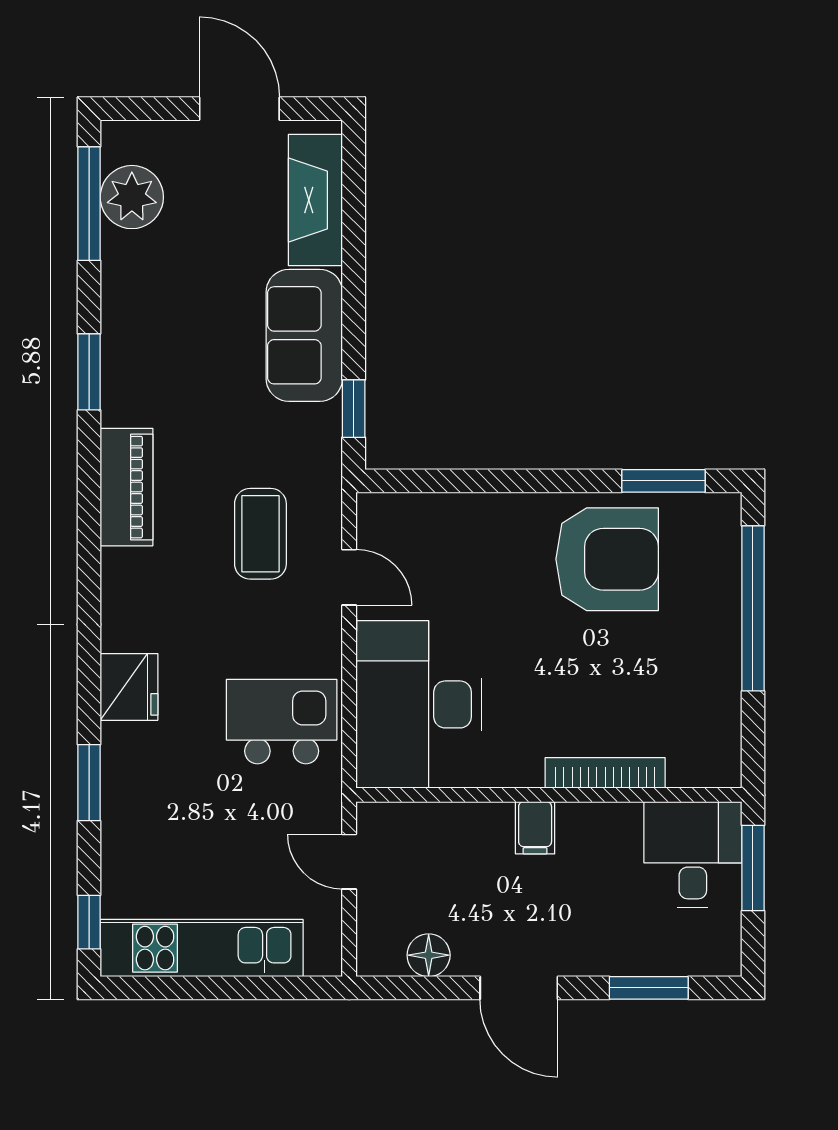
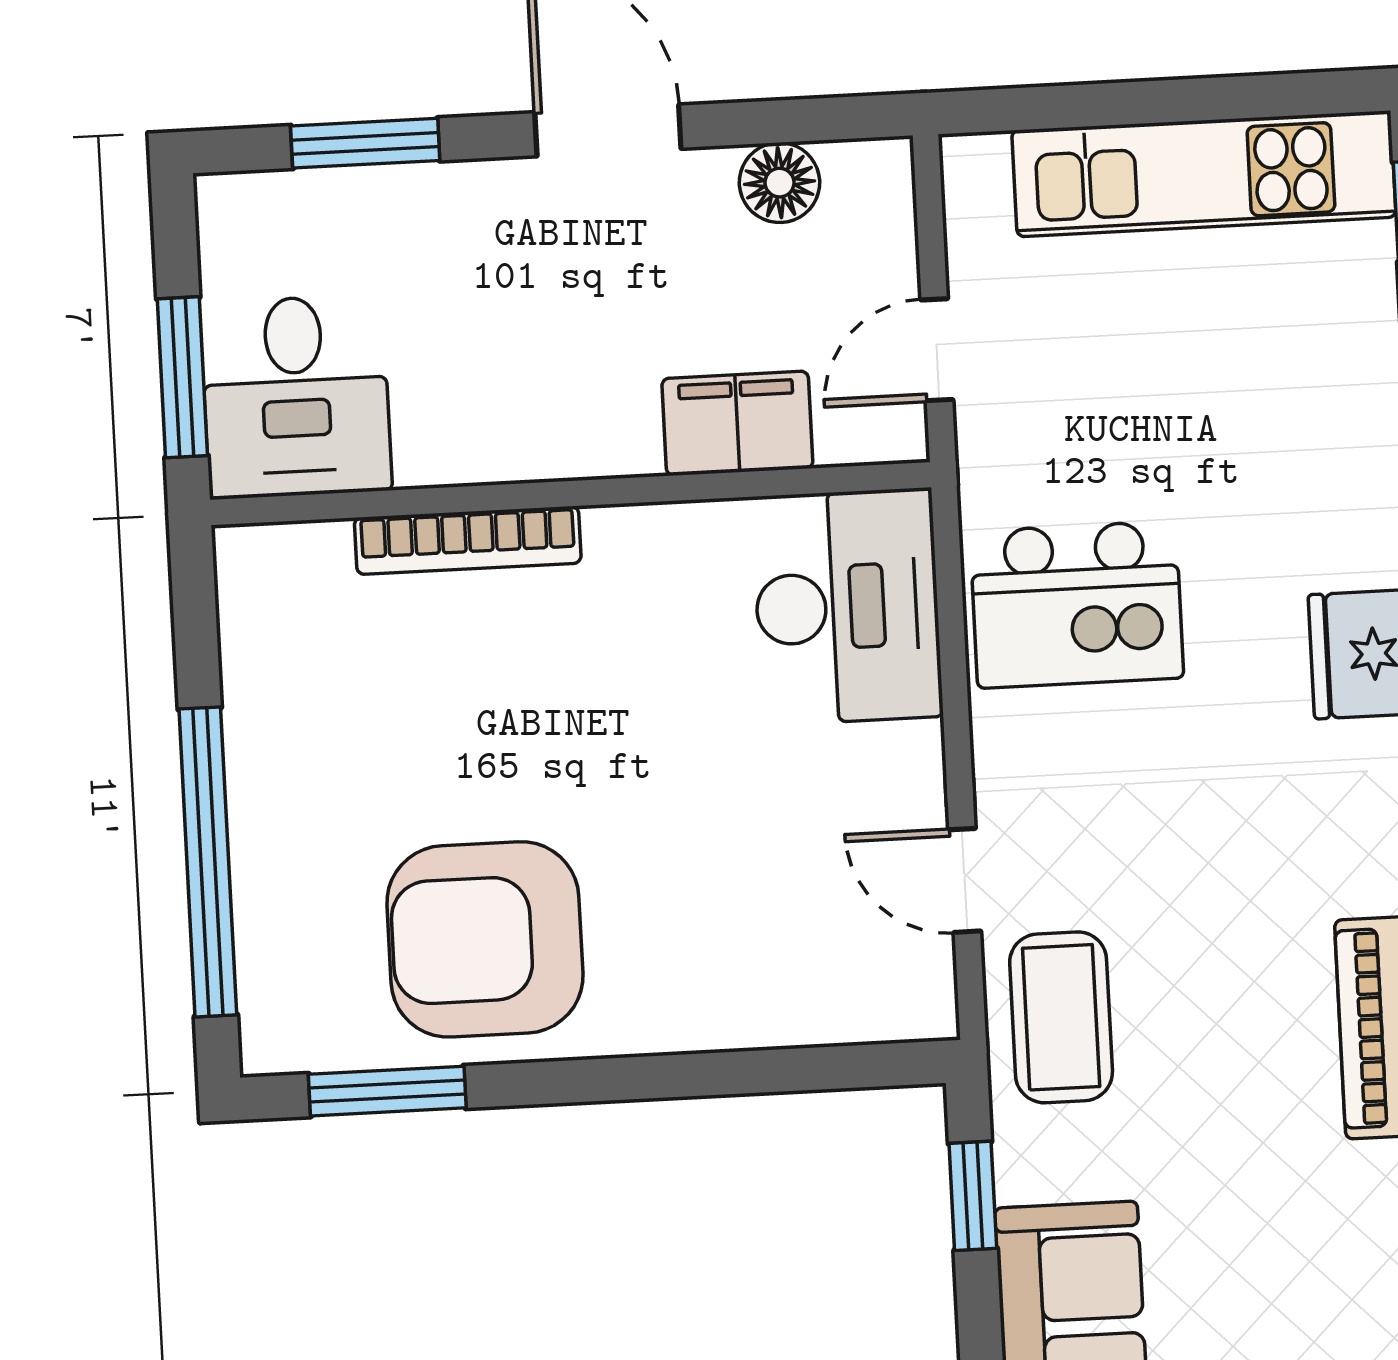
coffee table: (260, 534) -> (1061, 1017), moved
desk: (419, 704) -> (847, 607), width x0.73, depth x0.77
filing cabinet: (535, 828) -> (737, 423), moved, width x2.00
door: (349, 862) -> (937, 350), swing flipped

